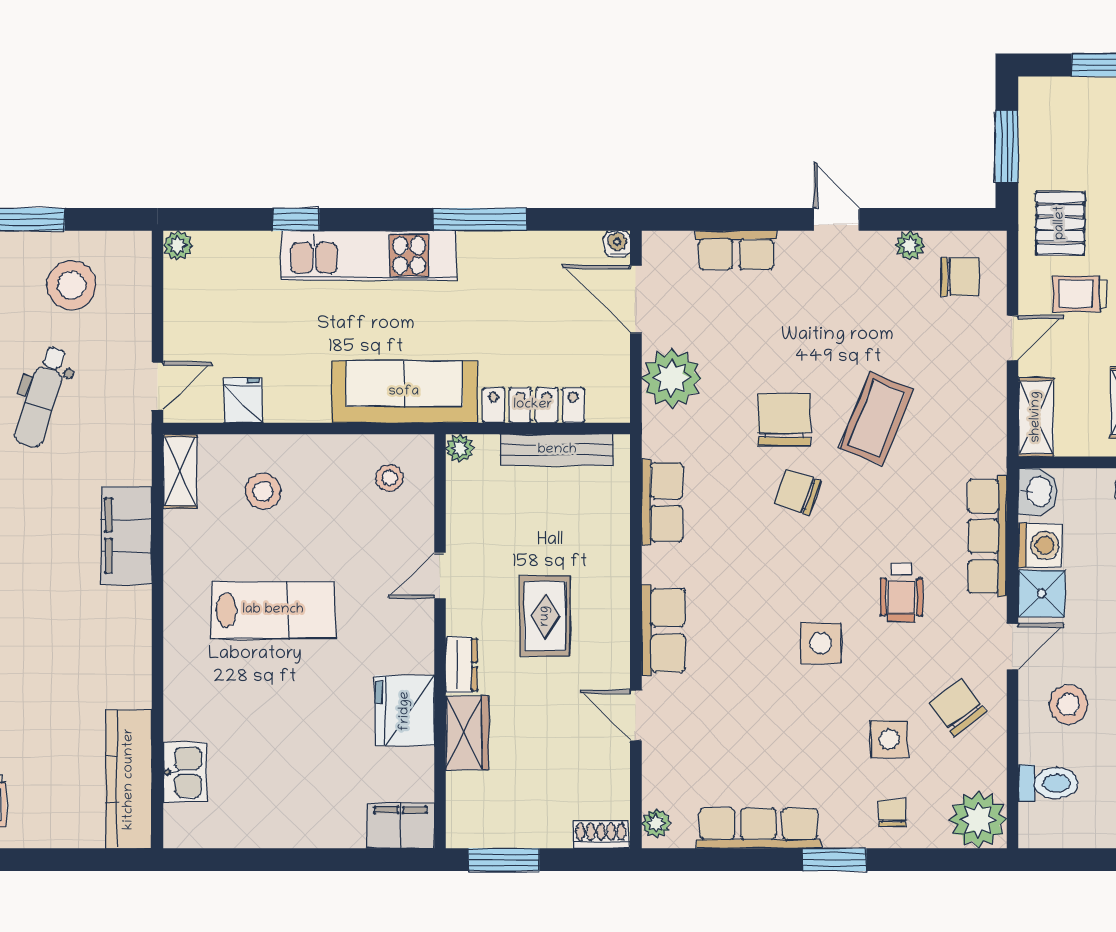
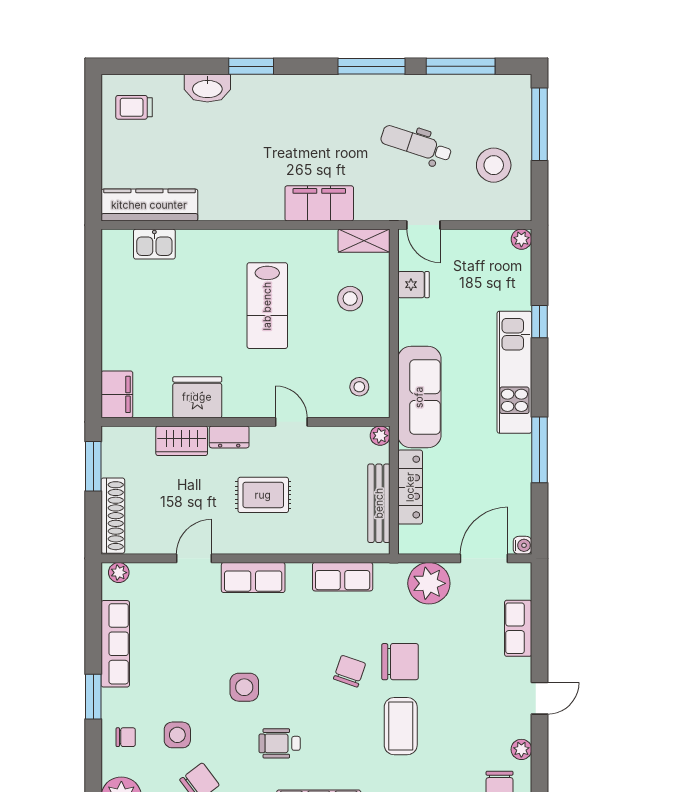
coffee table: (876, 419) -> (401, 726), turned 68
shoe rack: (601, 835) -> (113, 516), width x1.94, depth x1.24

